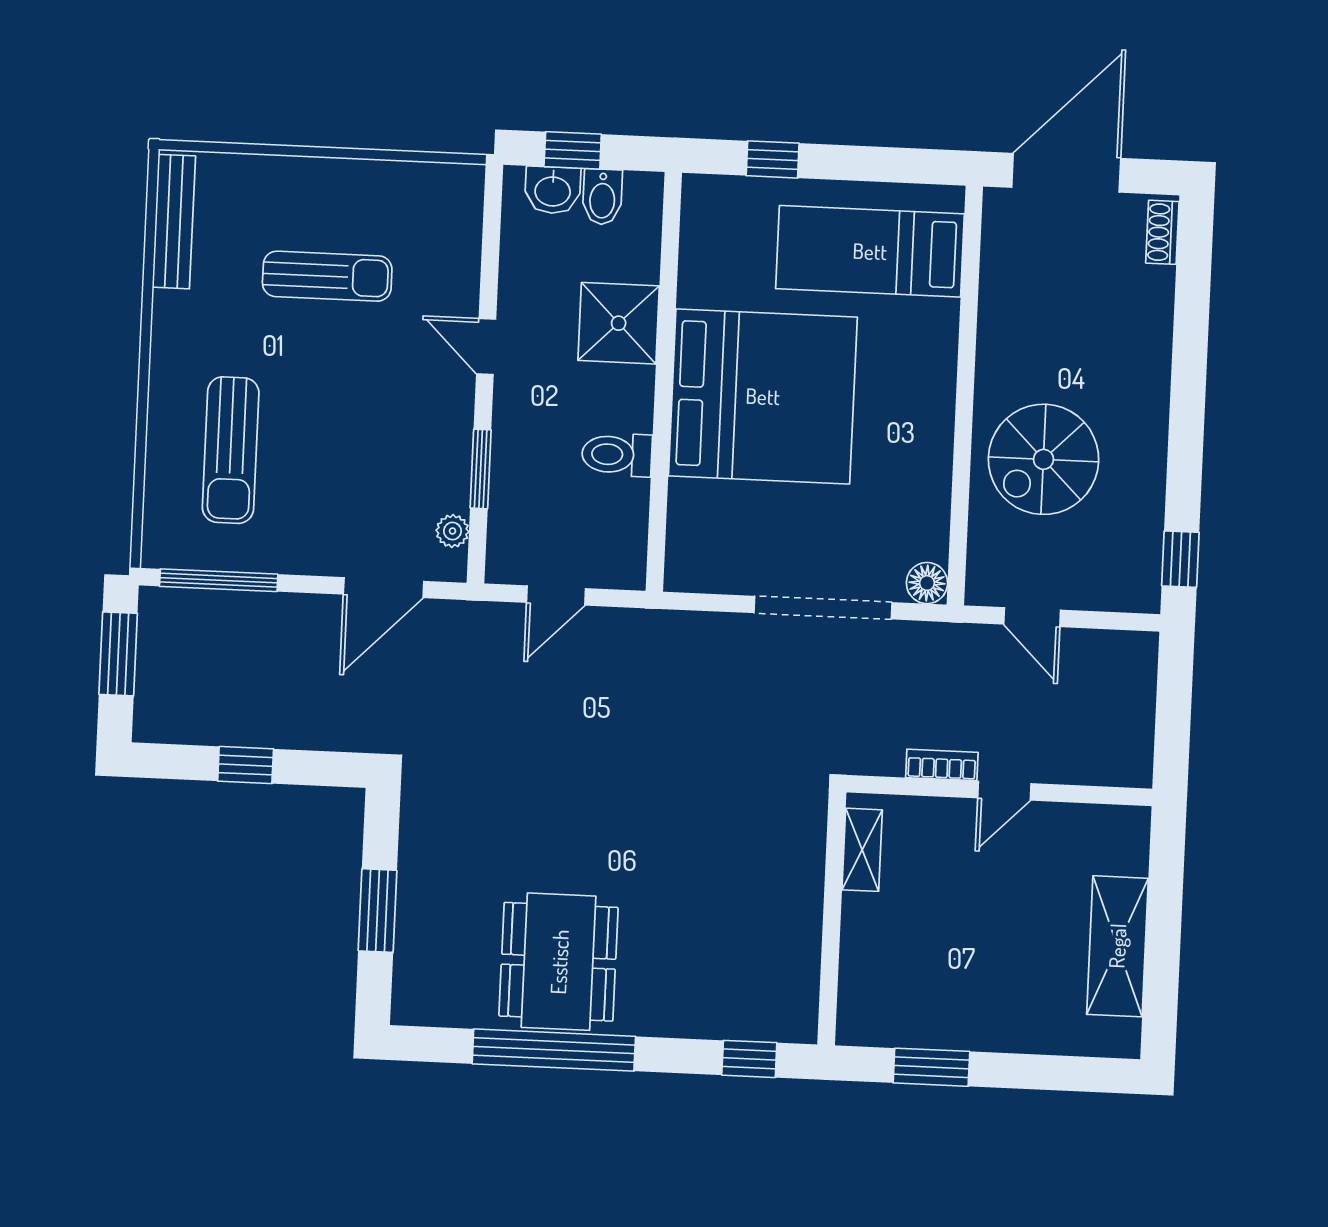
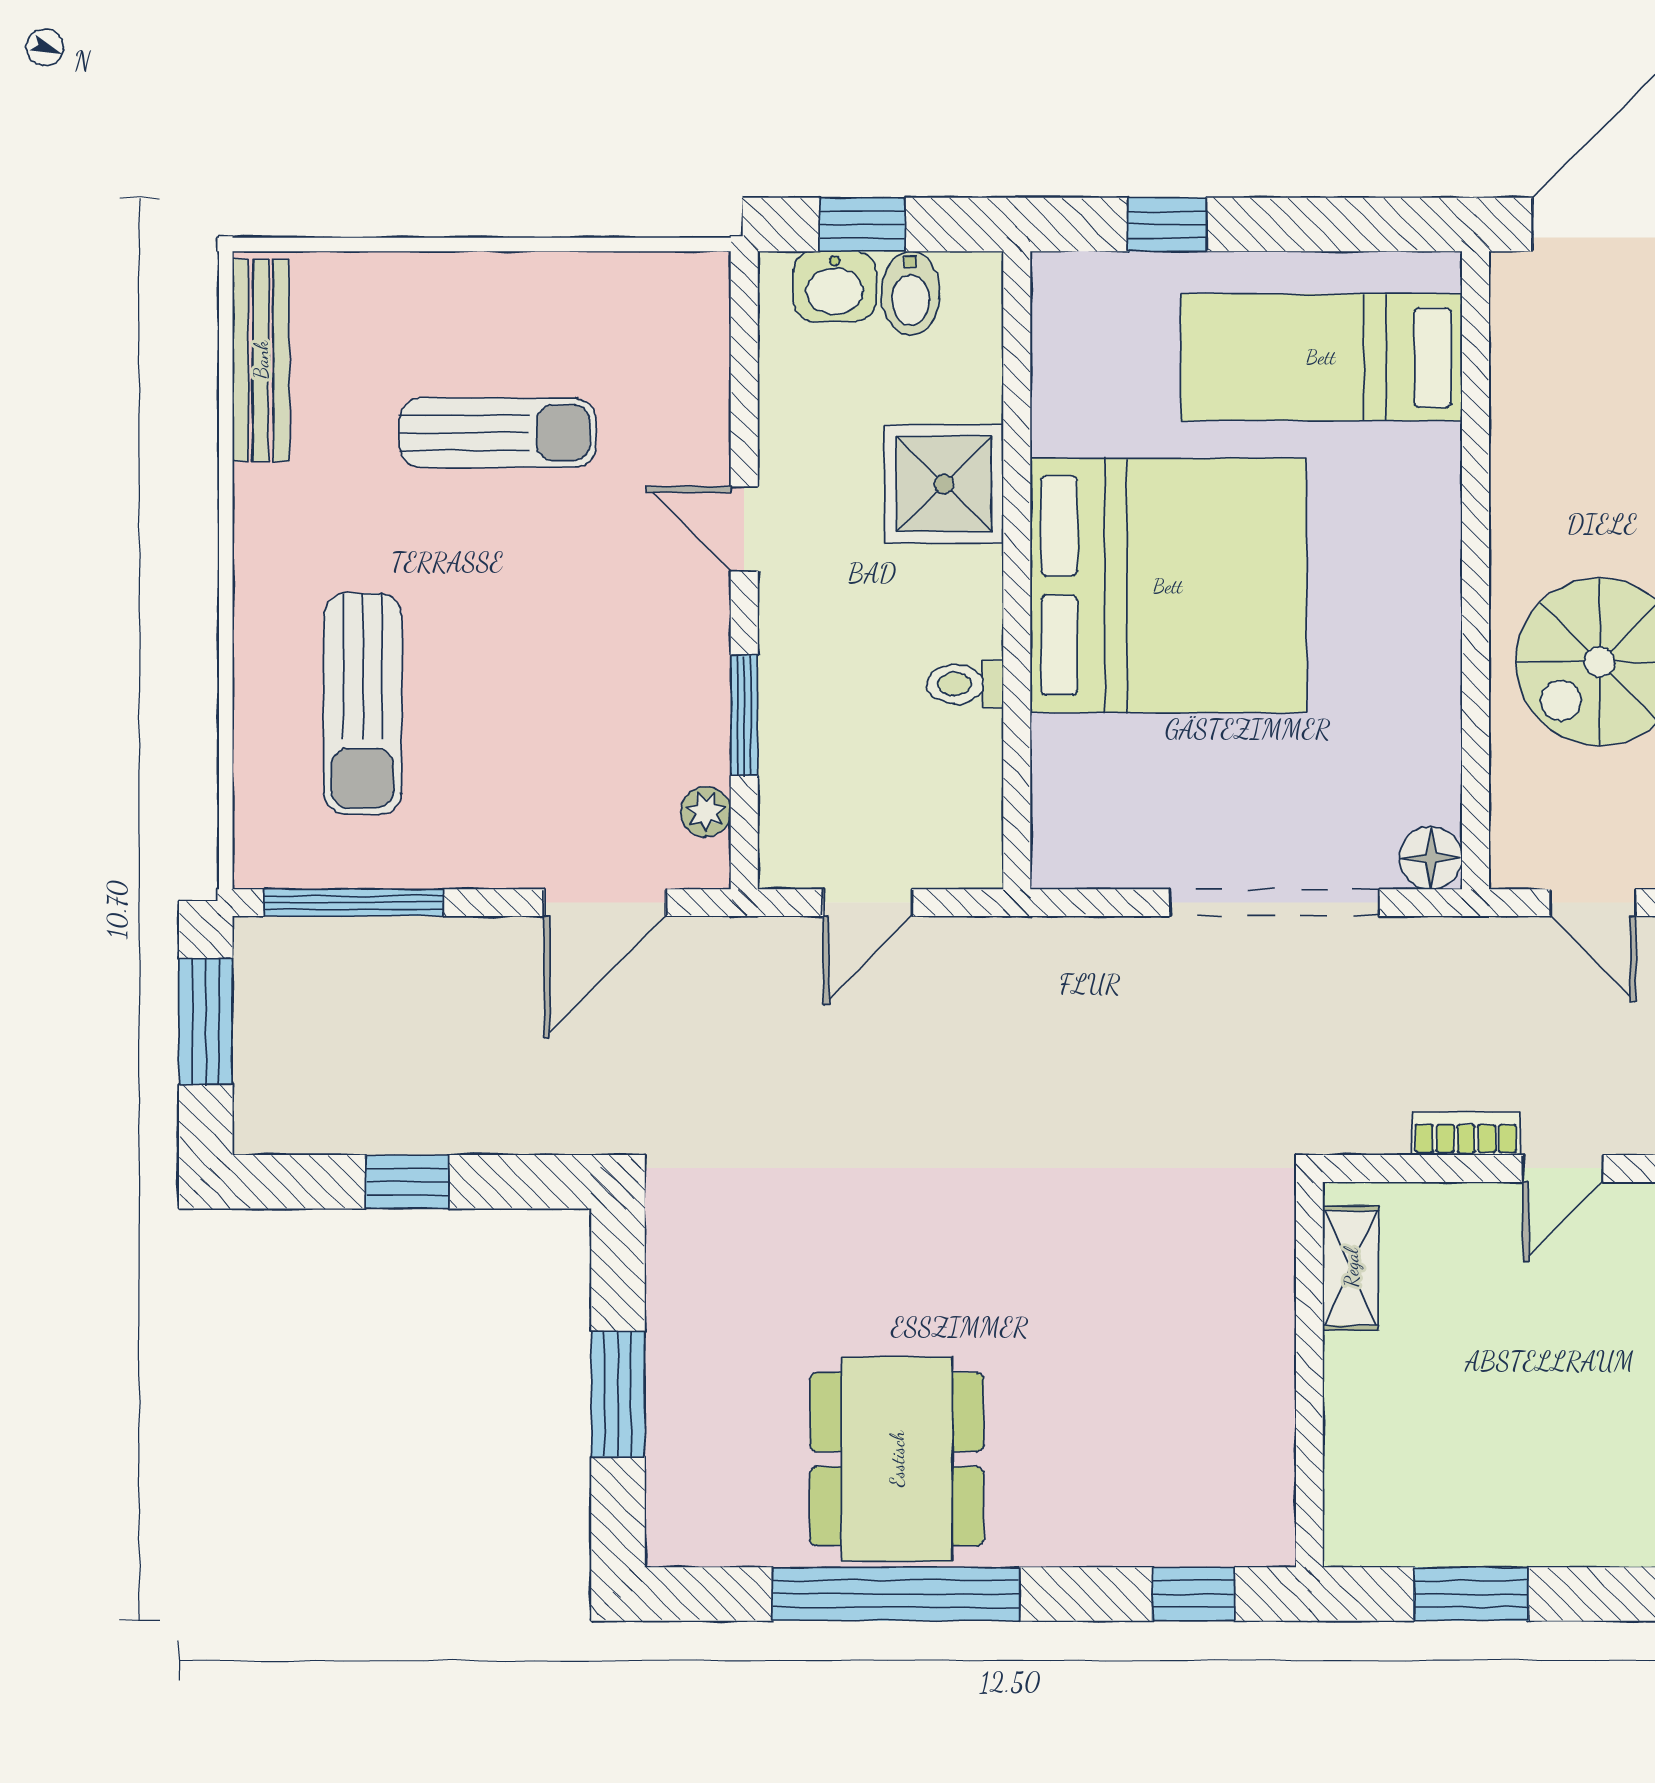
toilet: (617, 455) -> (965, 684), width x0.73, depth x0.72

